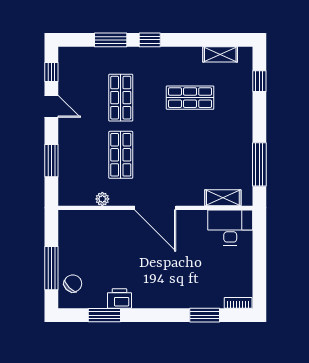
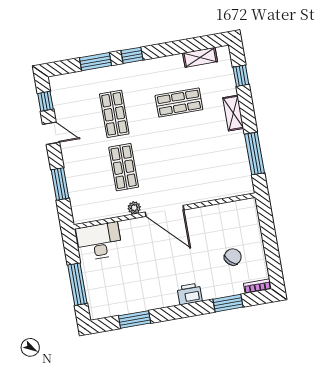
shelving: (223, 198) -> (233, 113), moved, turned 90
plant: (102, 199) -> (134, 208), moved
desk: (230, 227) -> (99, 241), moved
chair: (73, 284) -> (233, 257), moved
printer: (119, 299) -> (190, 294), moved

